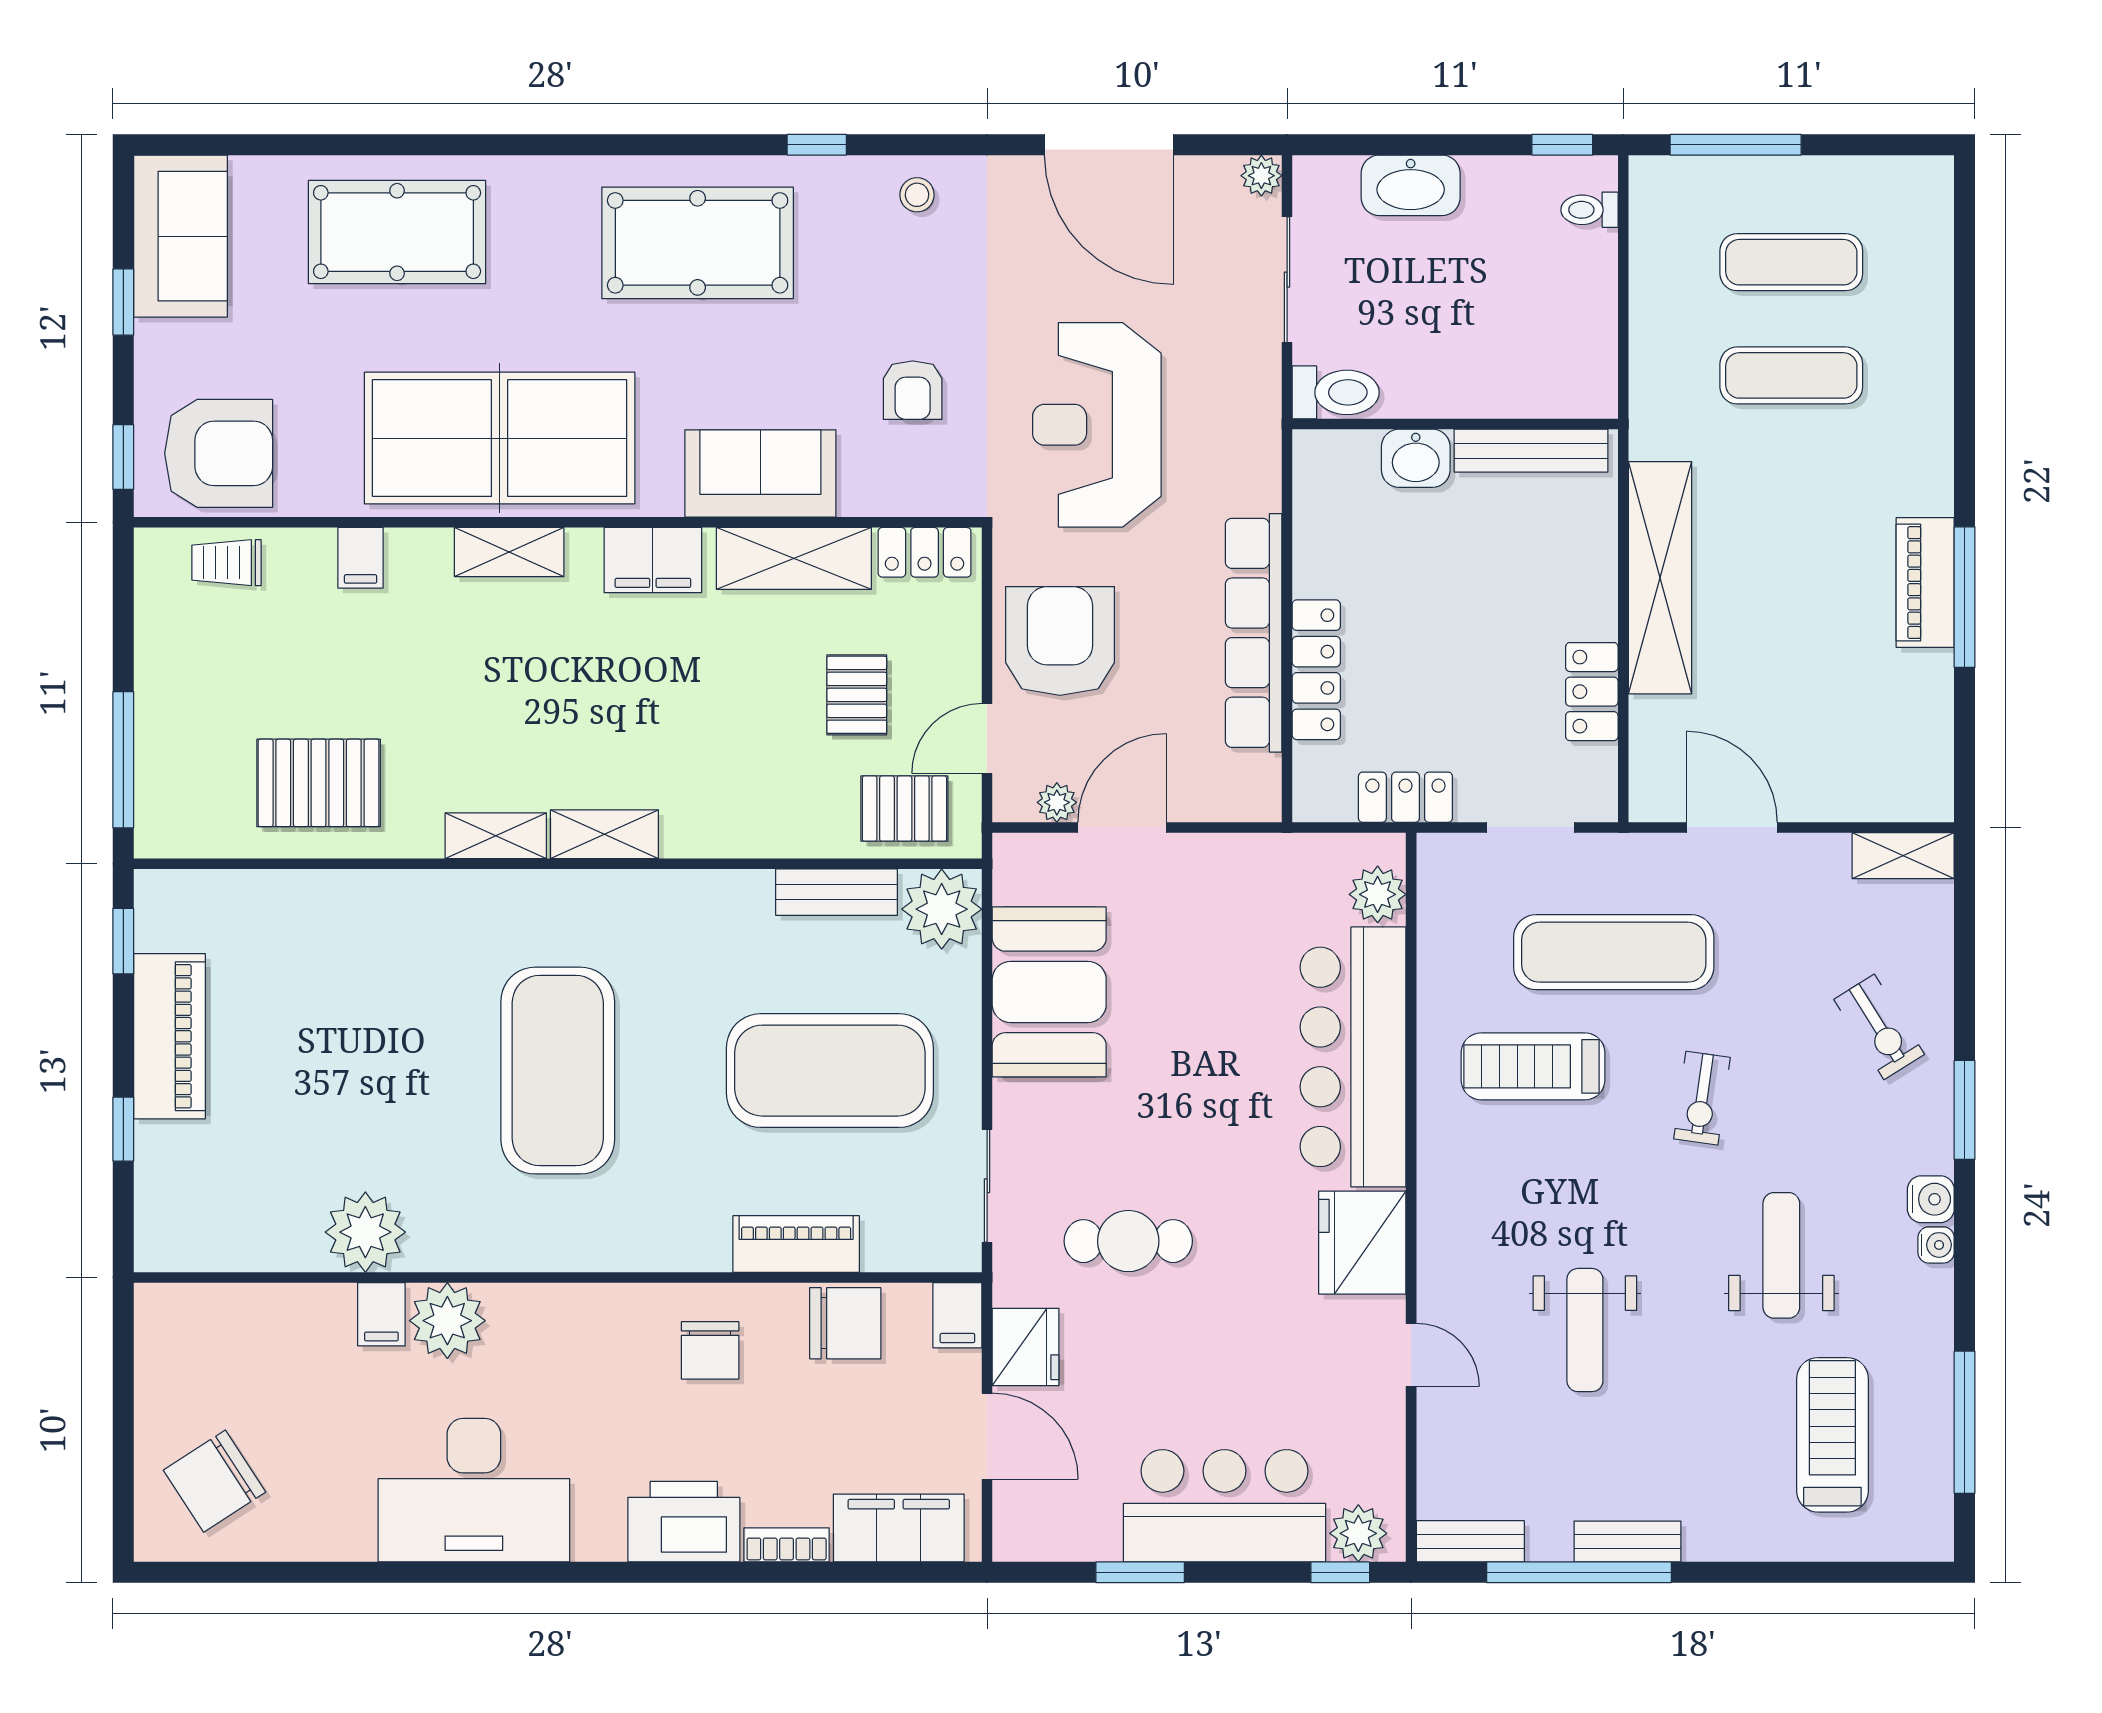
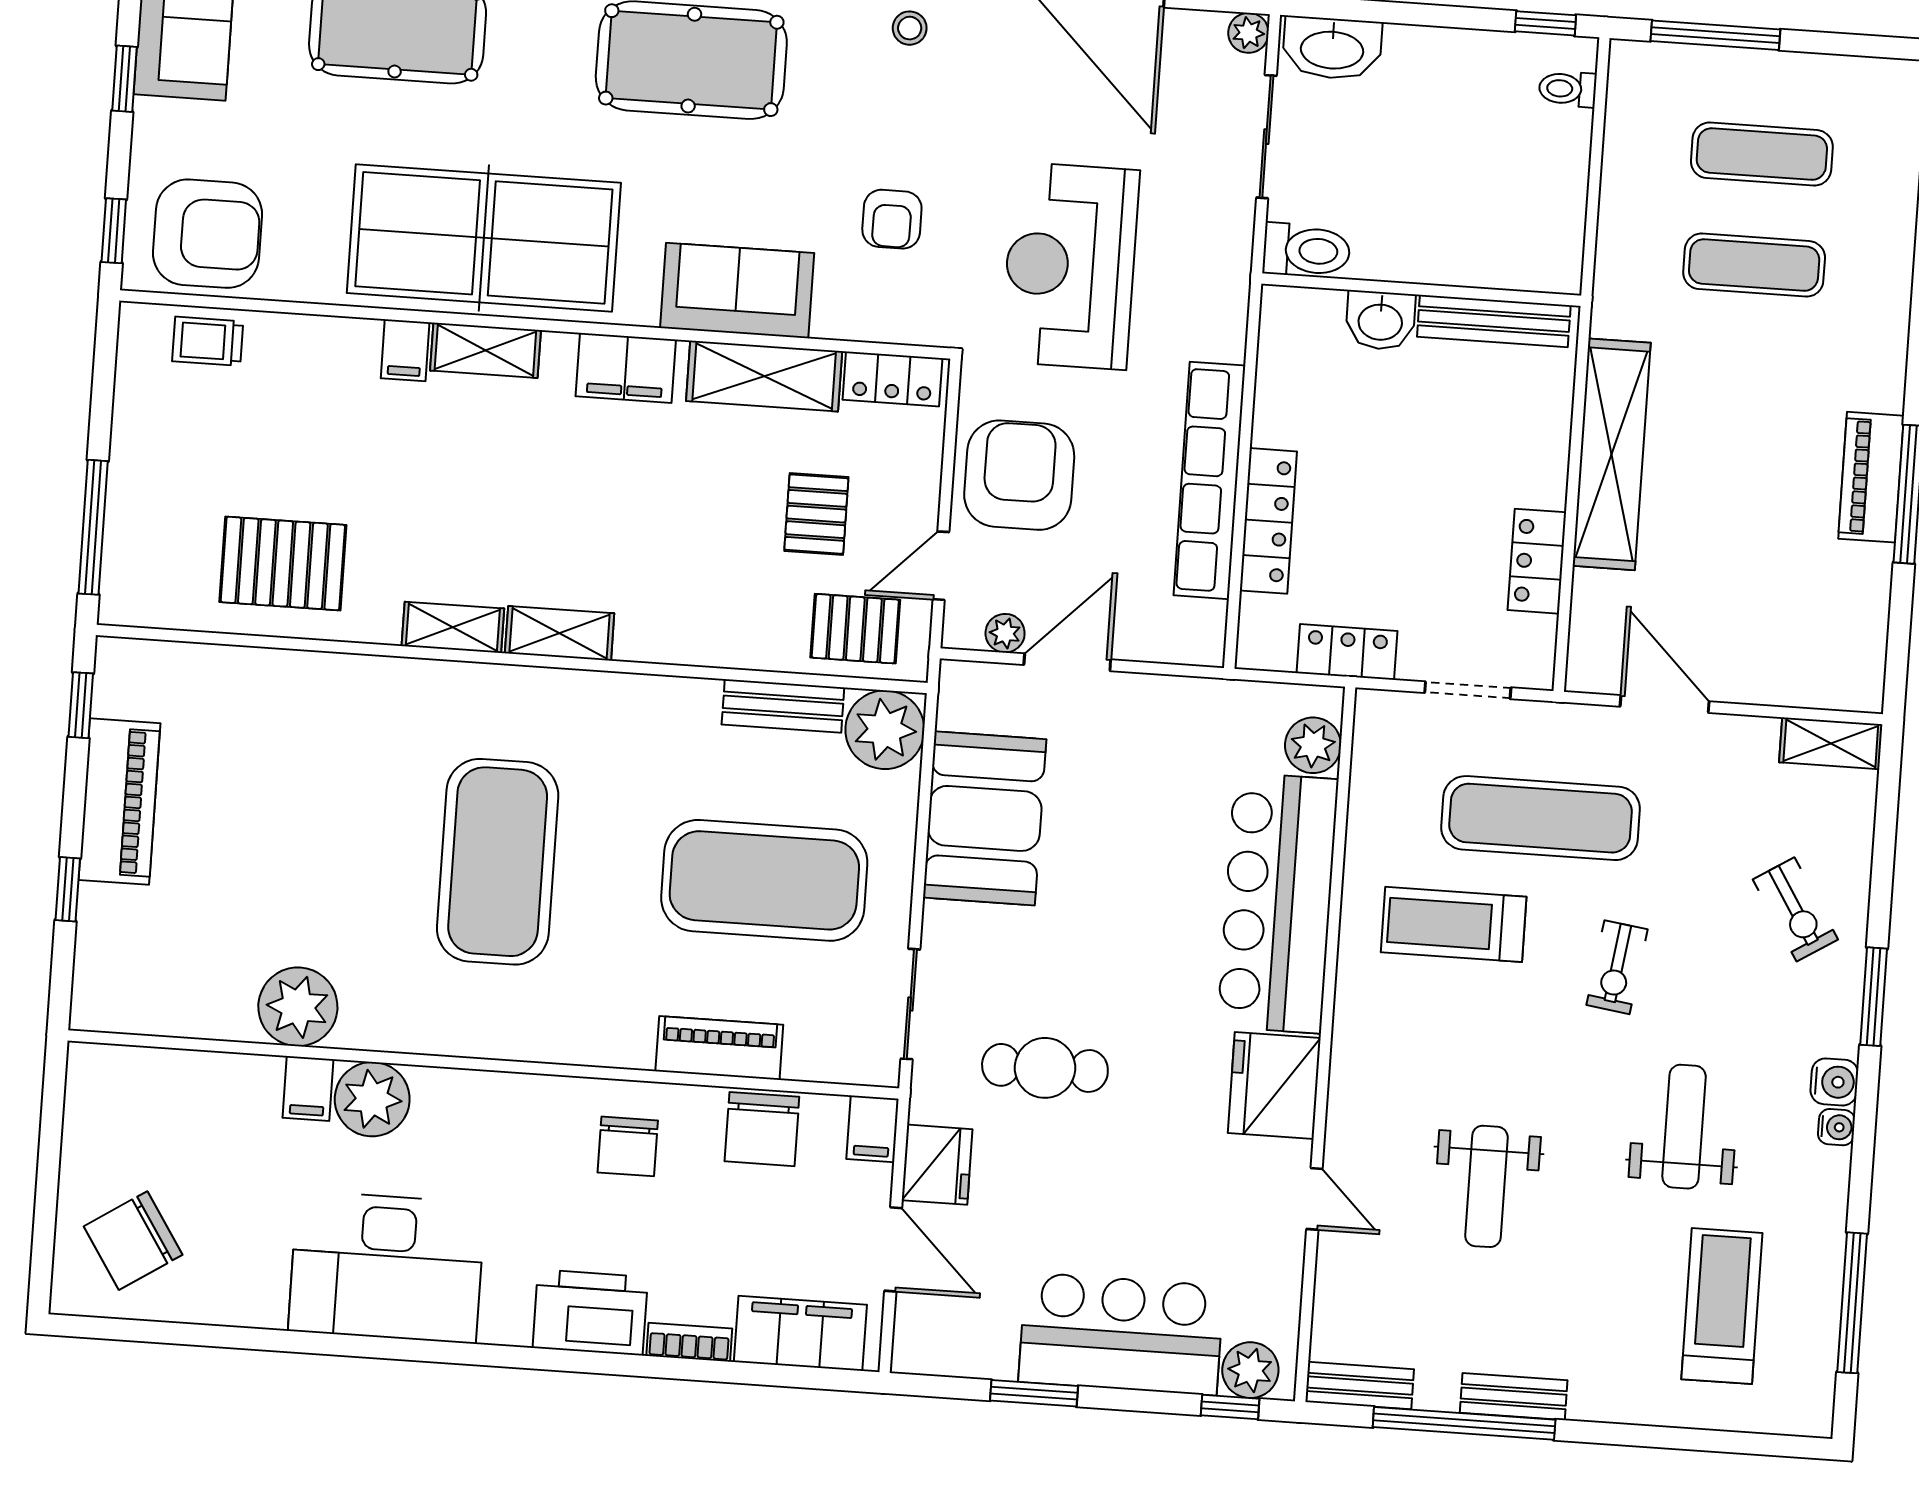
washbasin: (1411, 185) -> (1332, 48), moved
filing cabinet: (361, 558) -> (405, 350), moved
chair: (845, 1323) -> (762, 1129), turned 90

